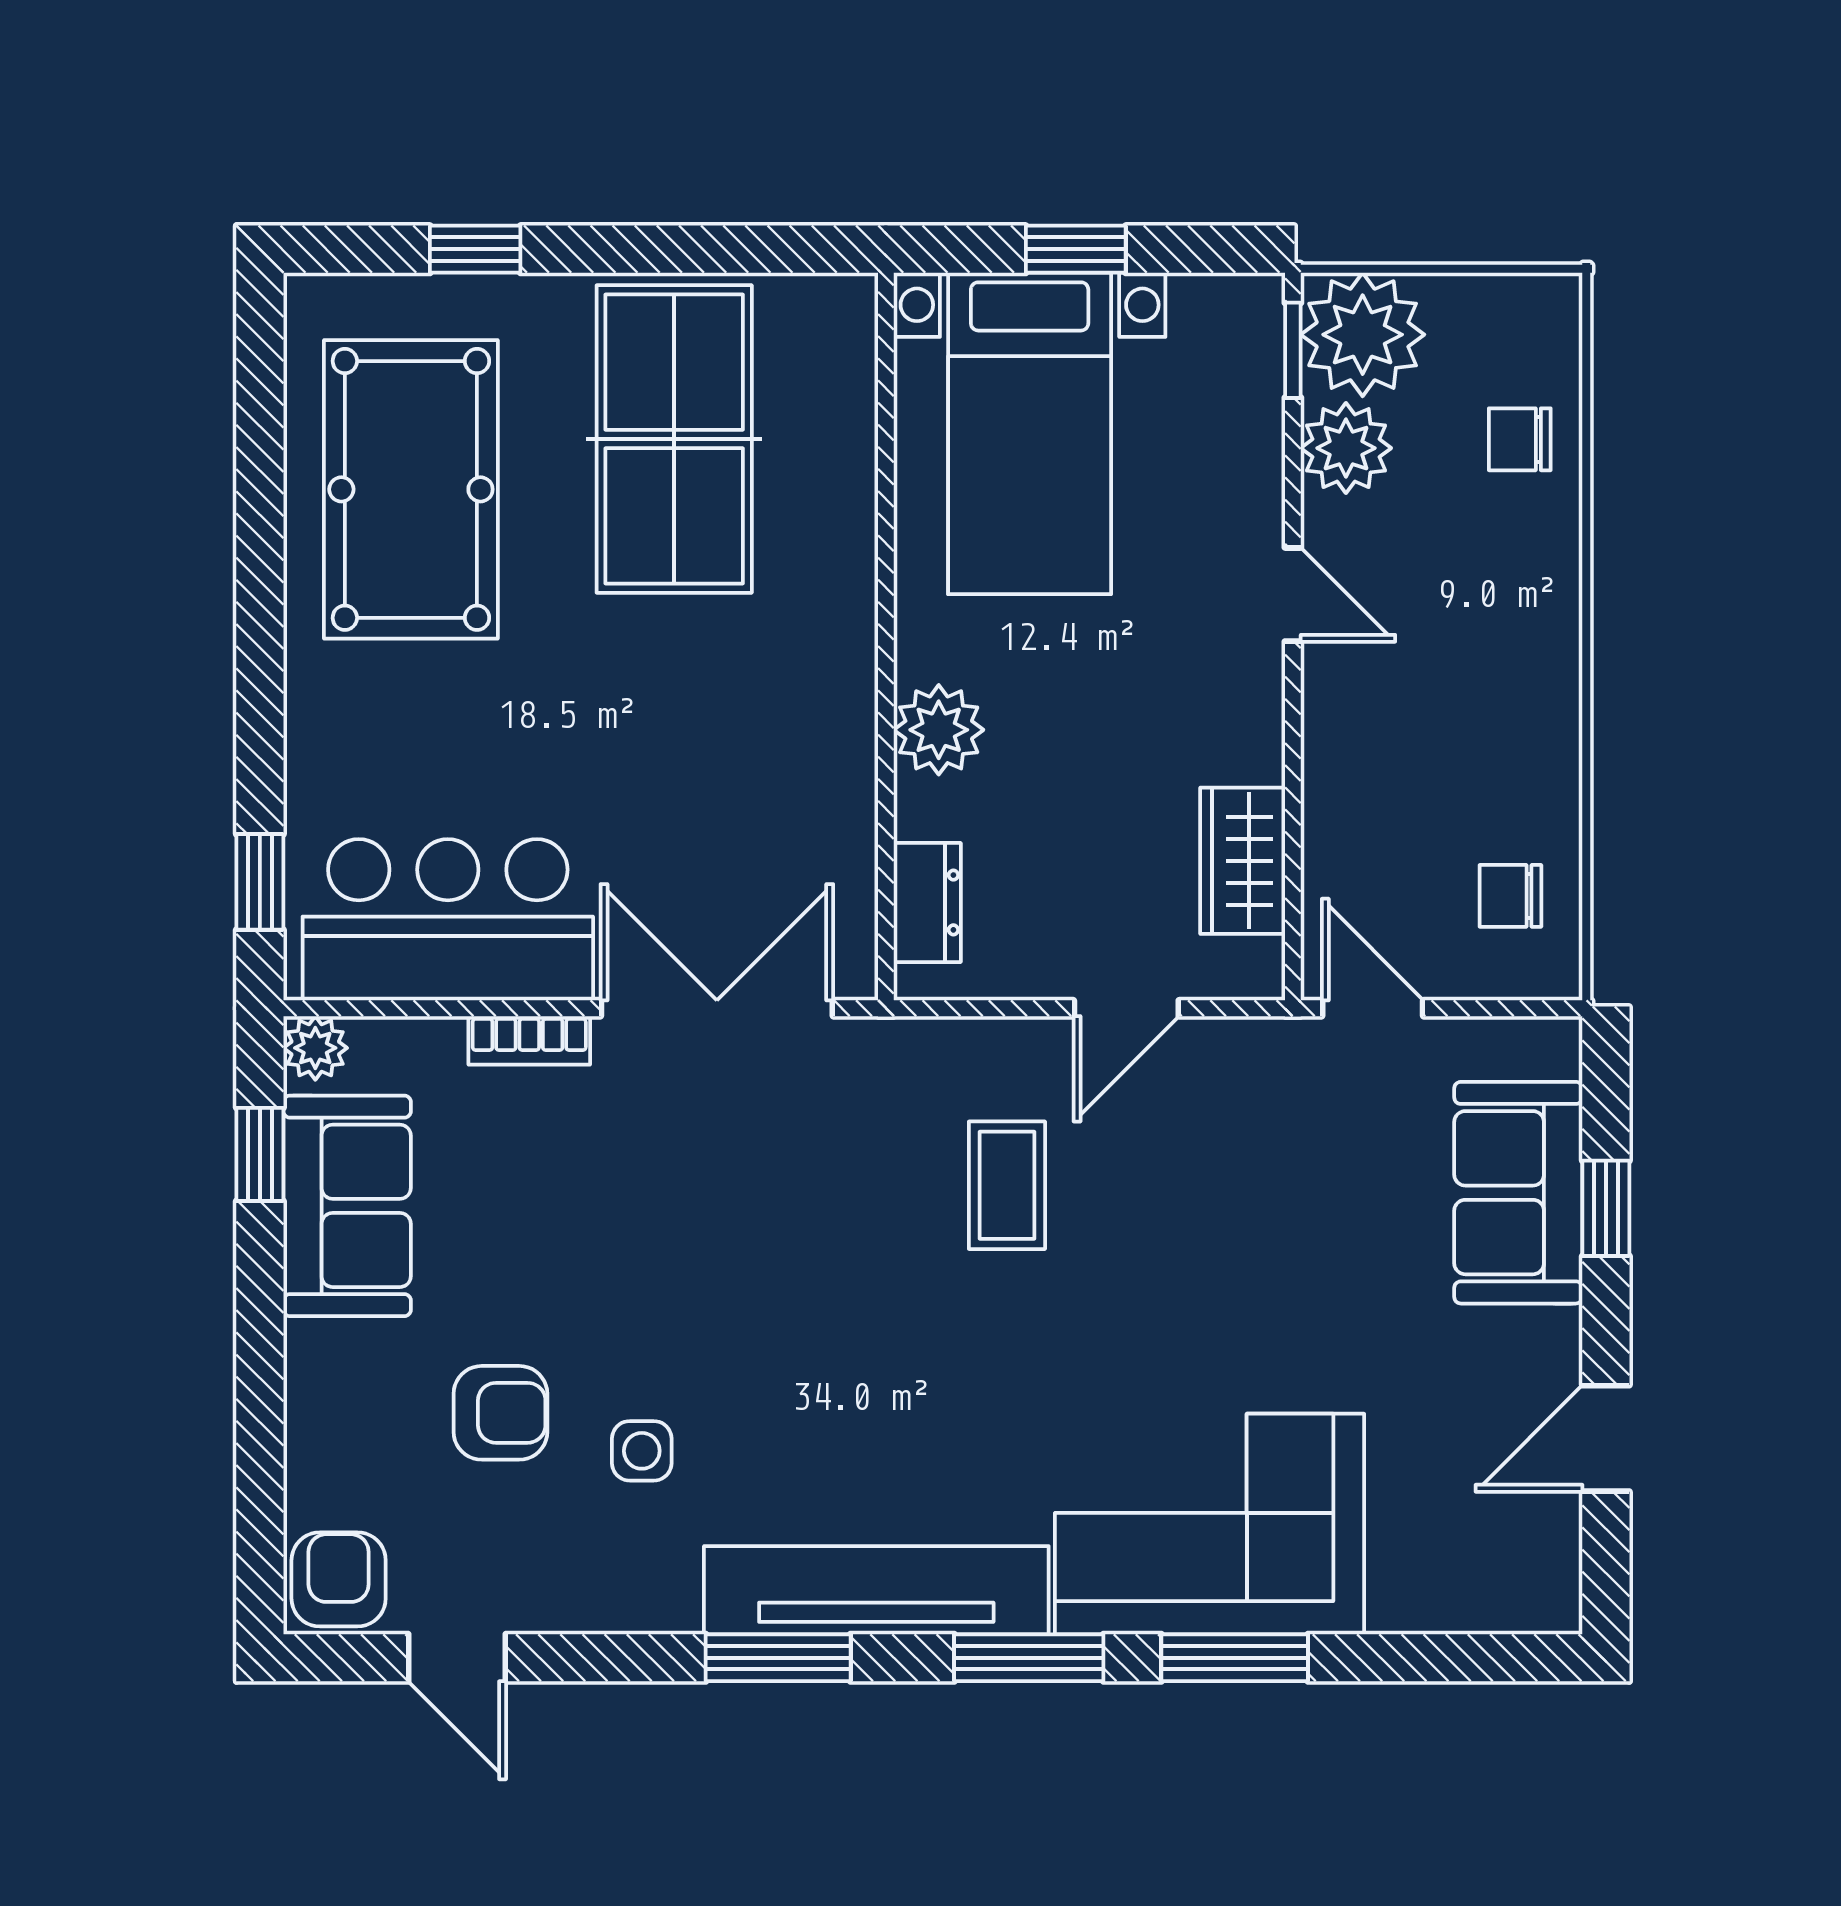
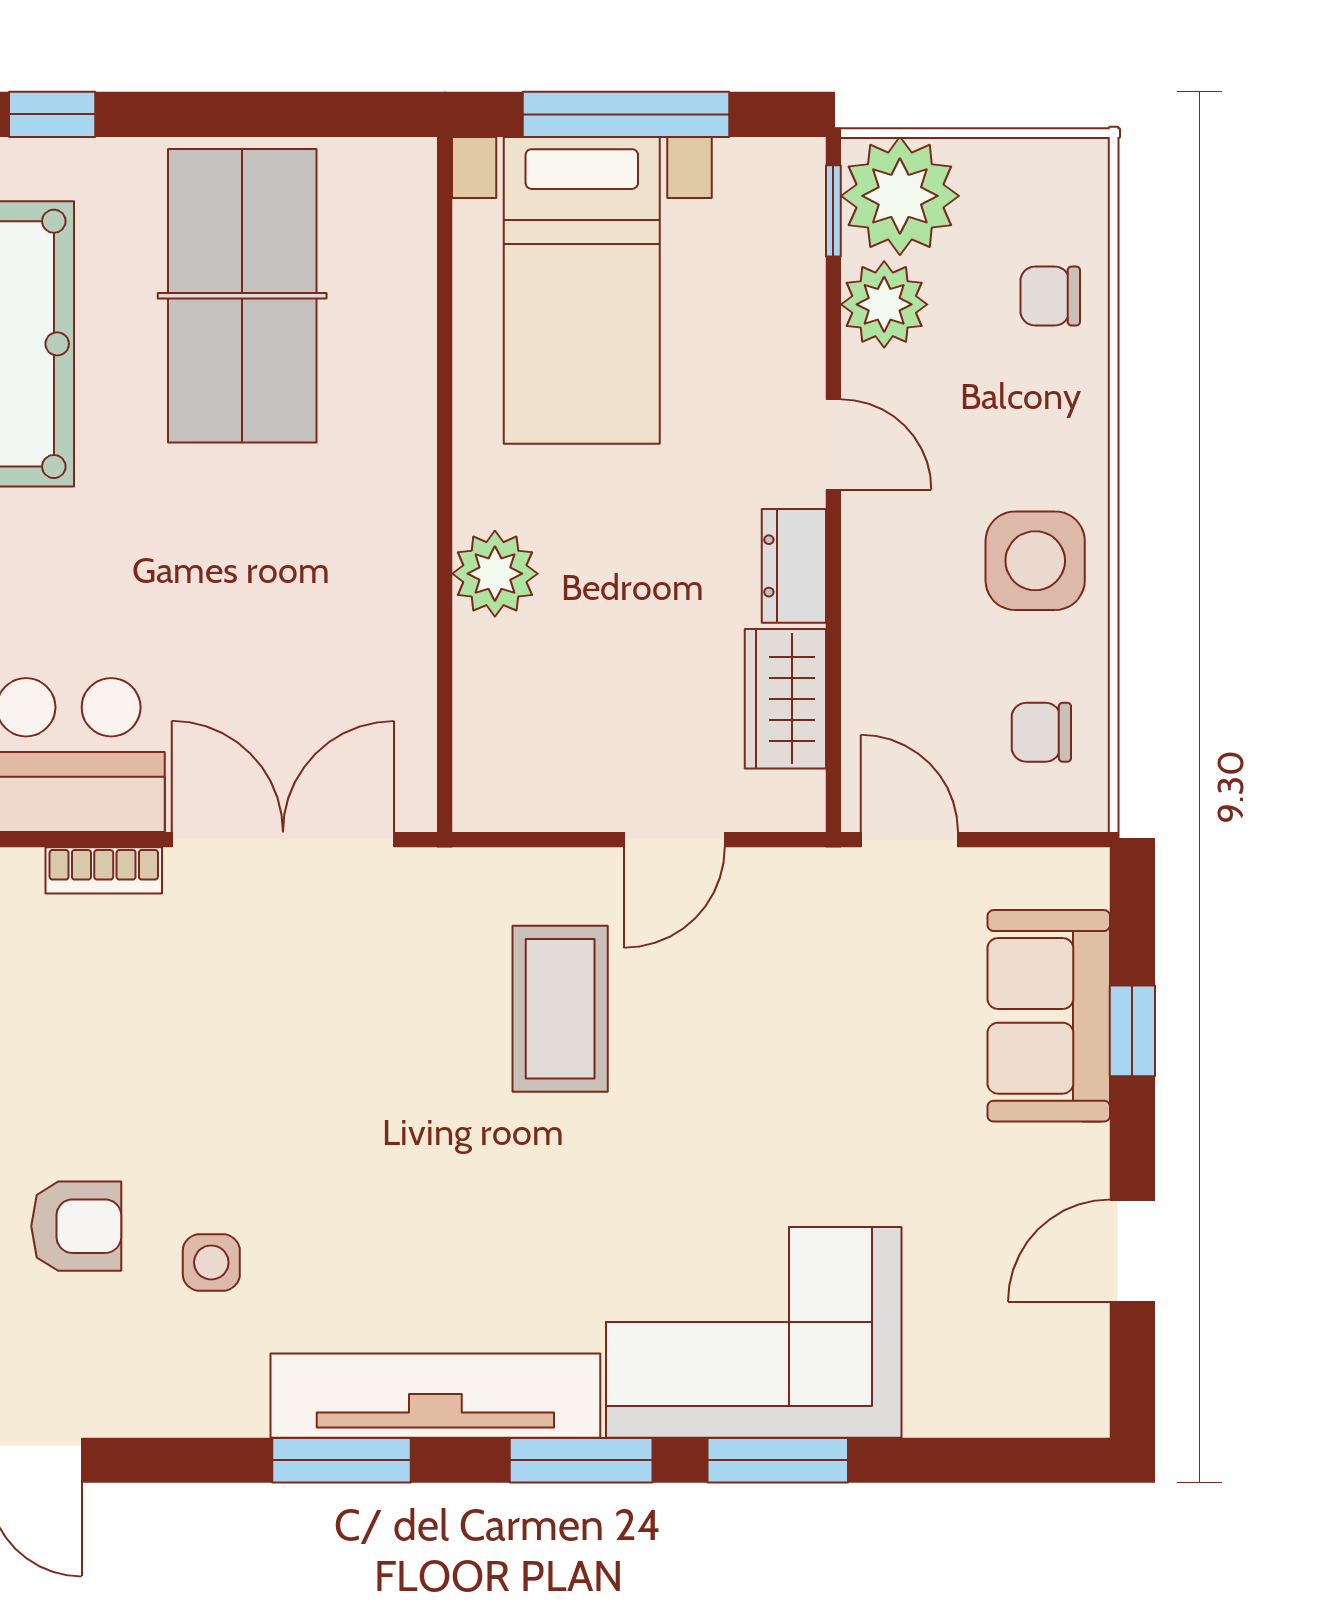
window: (1076, 249) -> (626, 114), width x2.17
side table: (1504, 716) -> (1035, 561), added
dresser: (927, 902) -> (794, 566), moved, turned 180
coffee table: (1007, 1185) -> (560, 1009), width x1.36, depth x1.30

